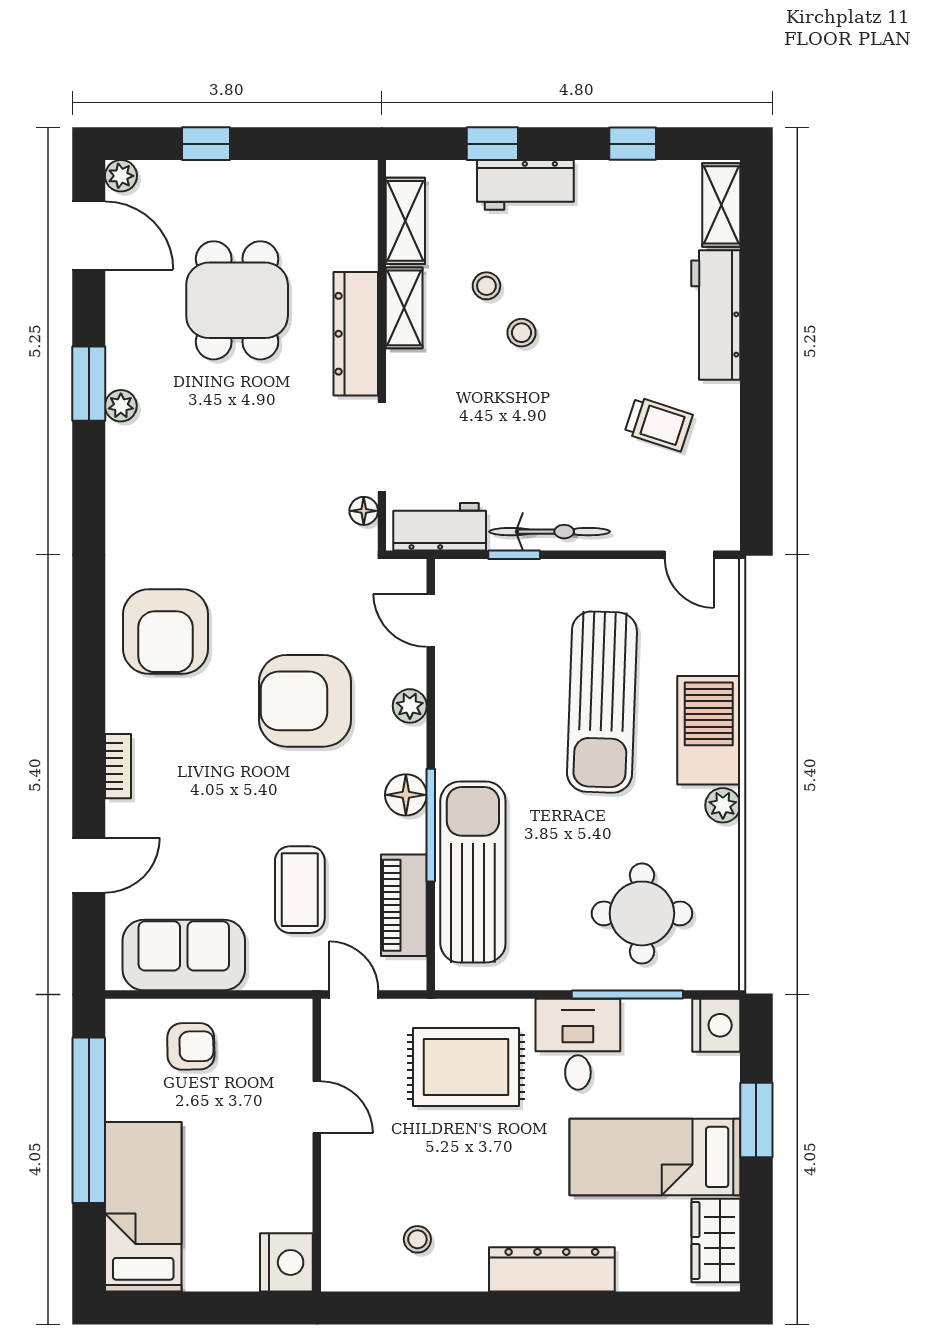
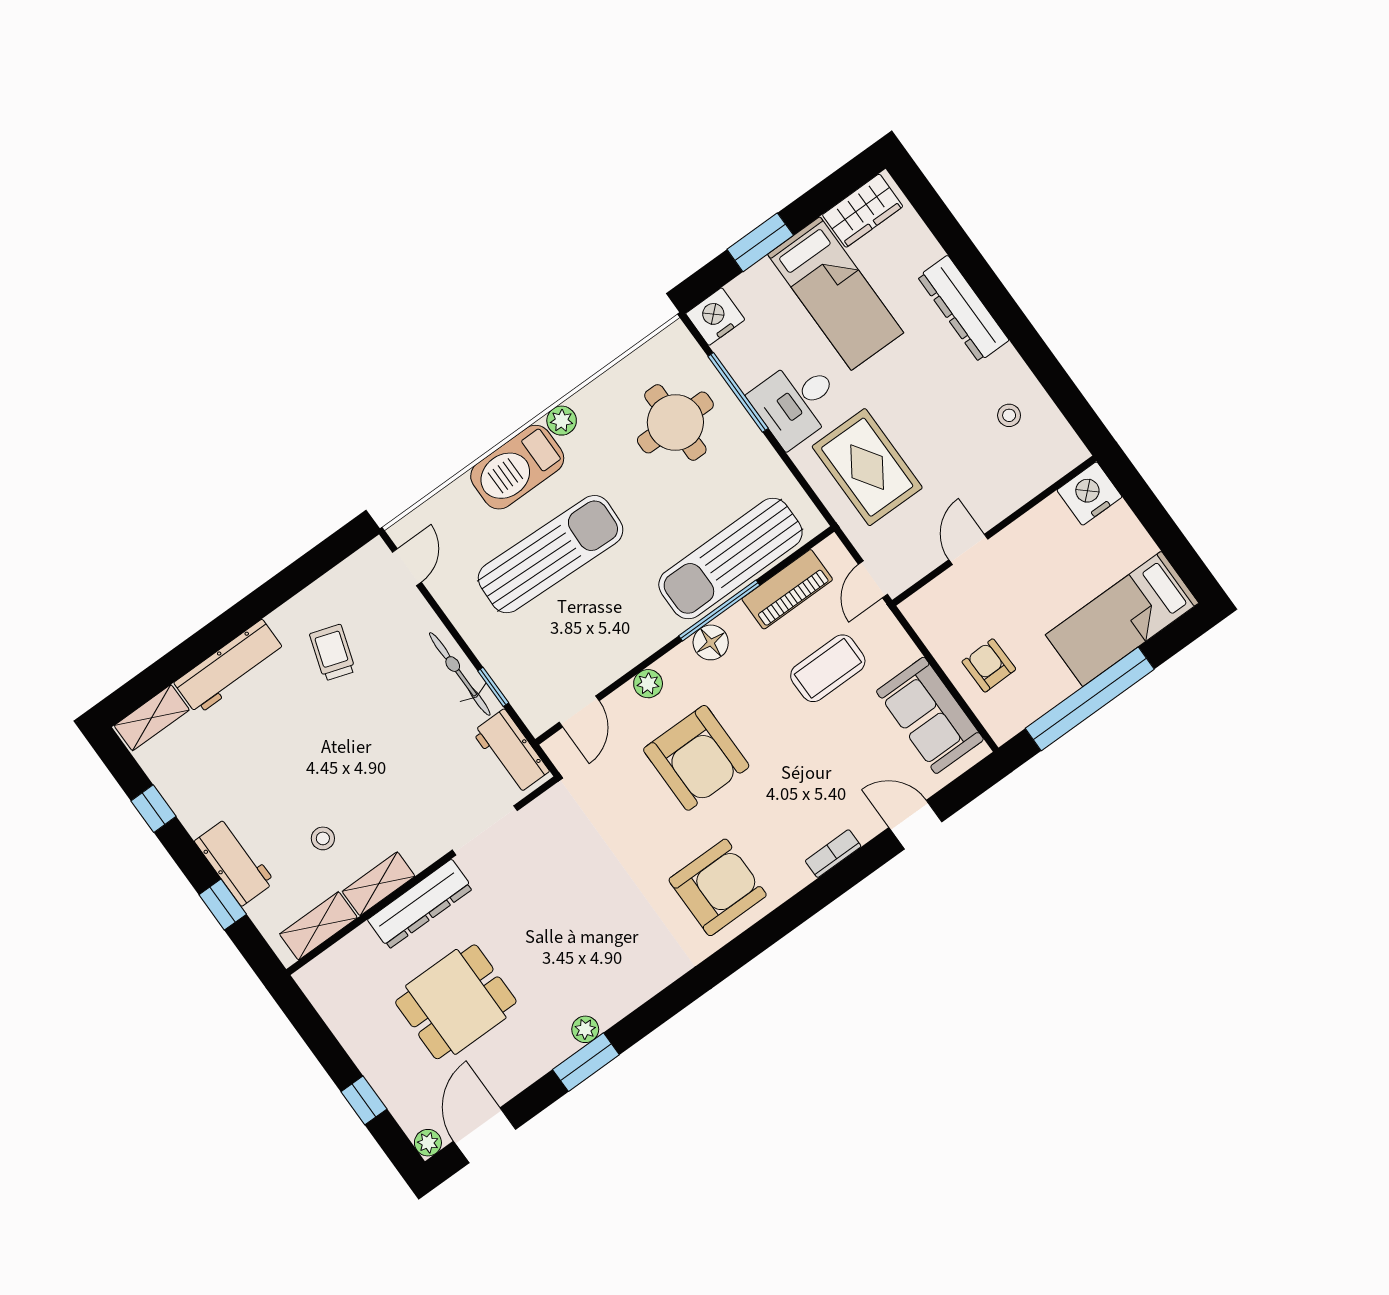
stool: (522, 333) -> (338, 791), removed
floor lamp: (364, 511) -> (537, 811), removed

